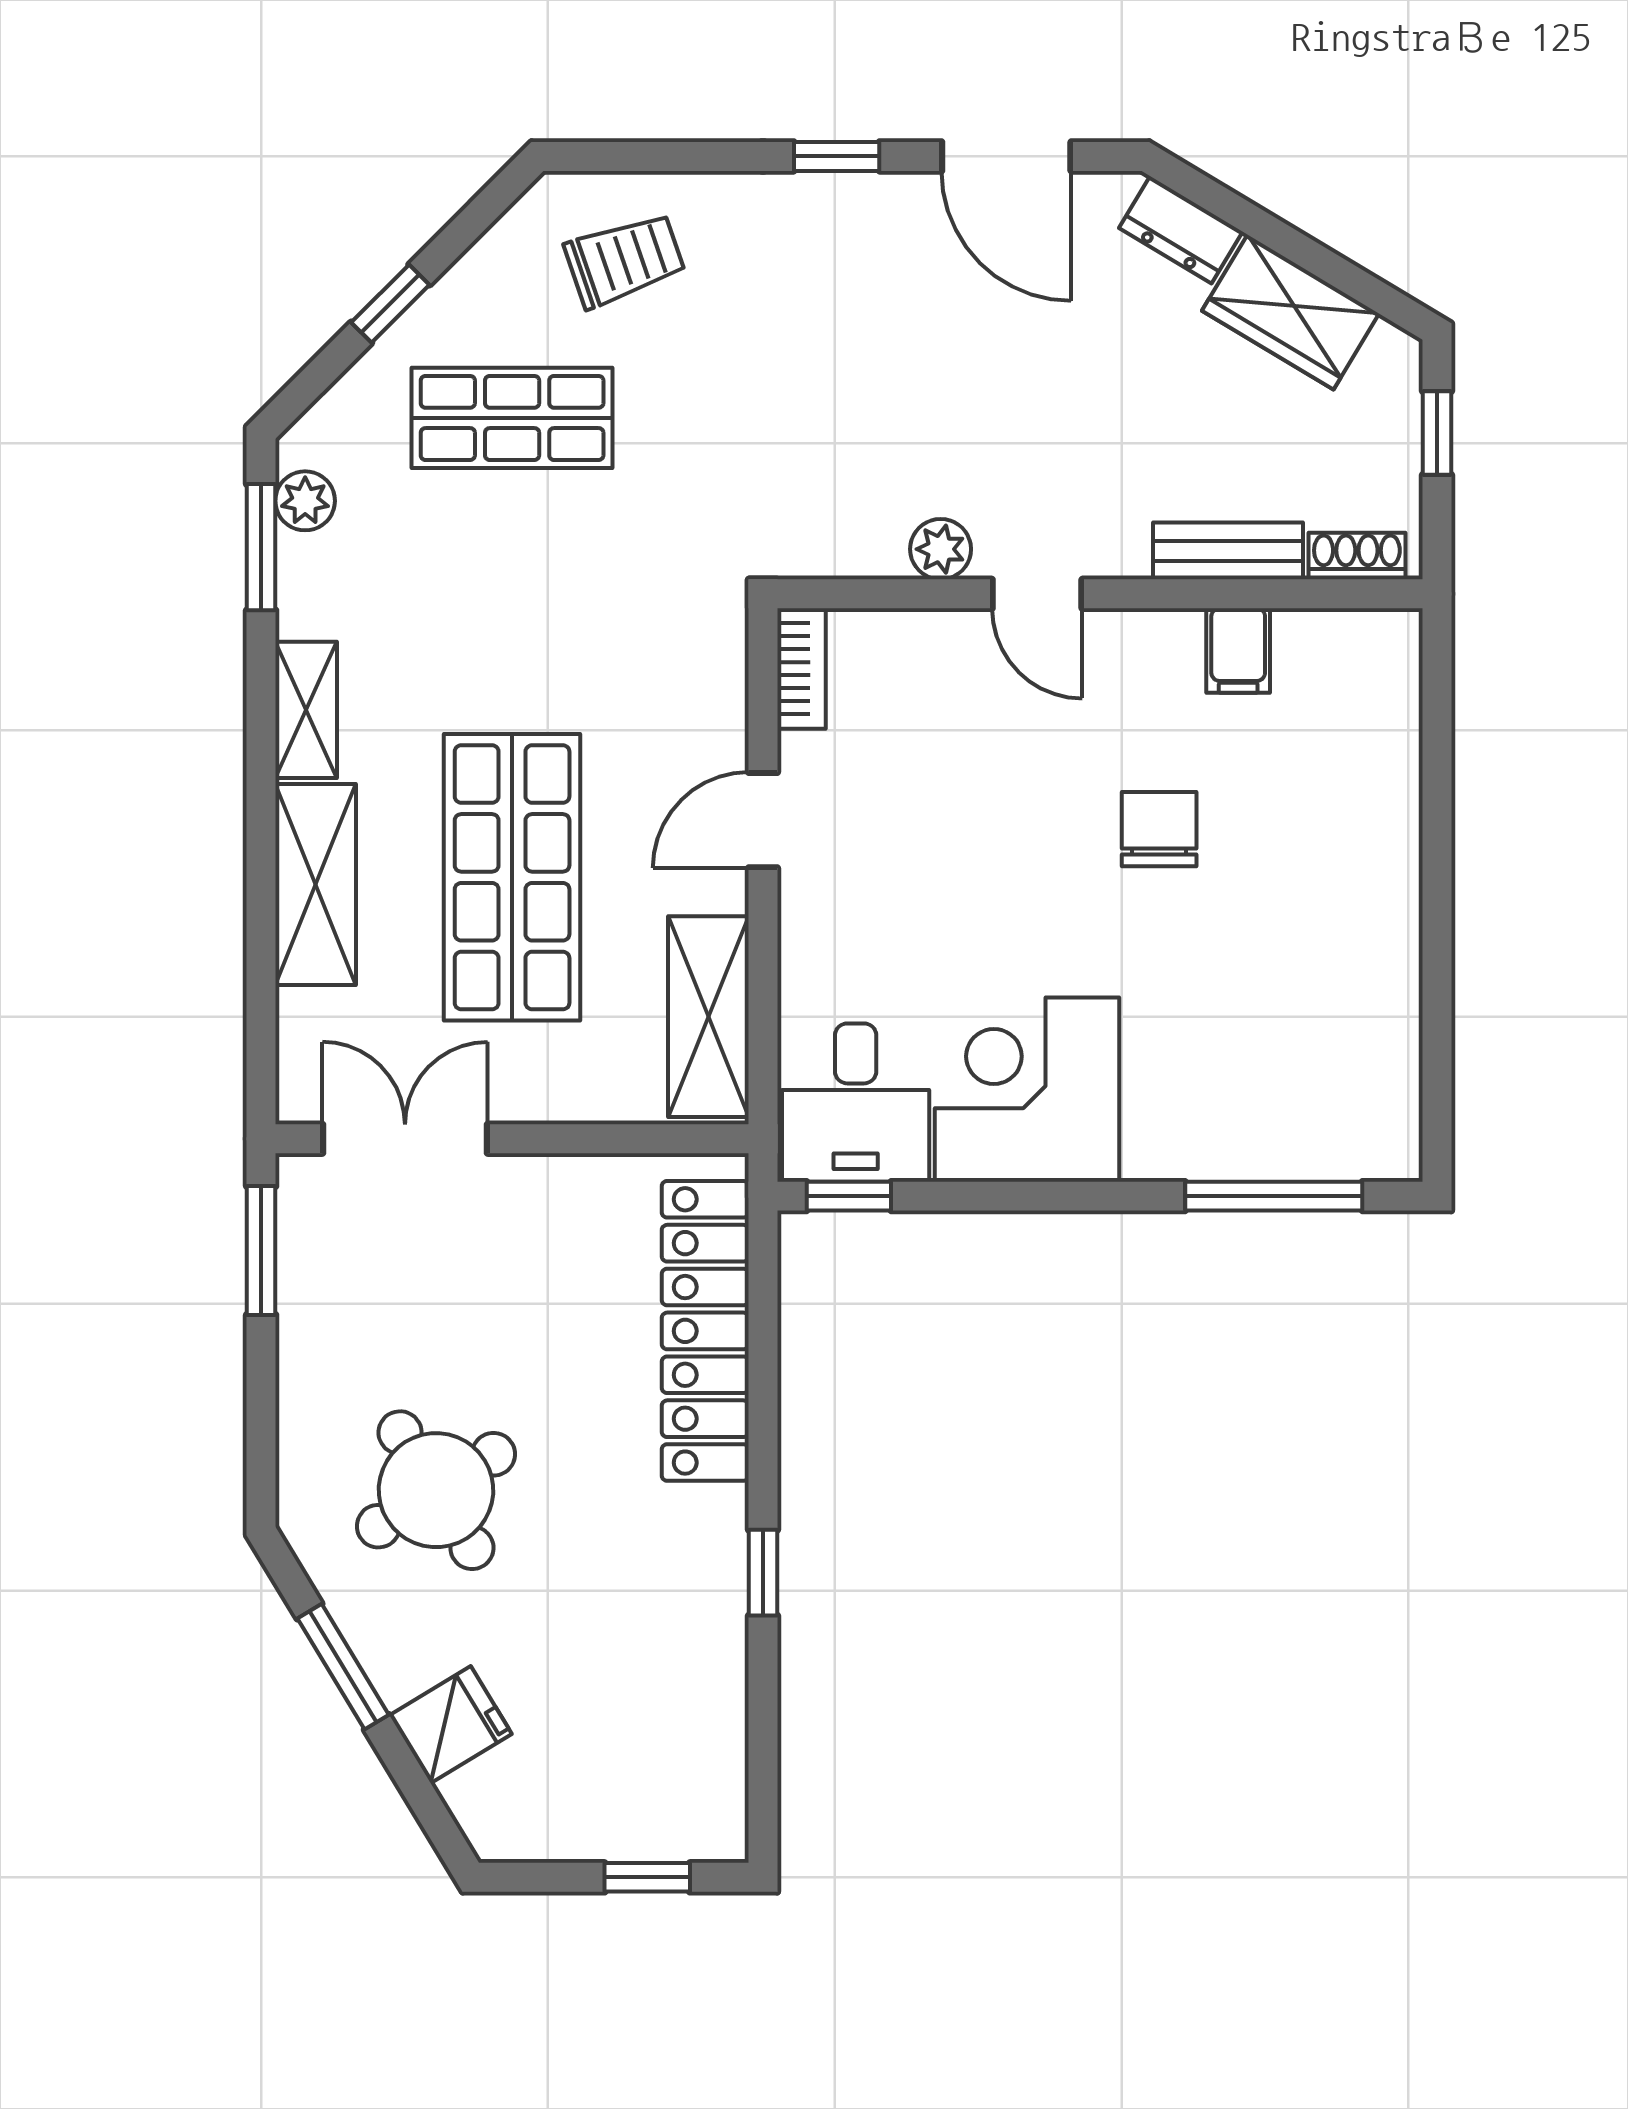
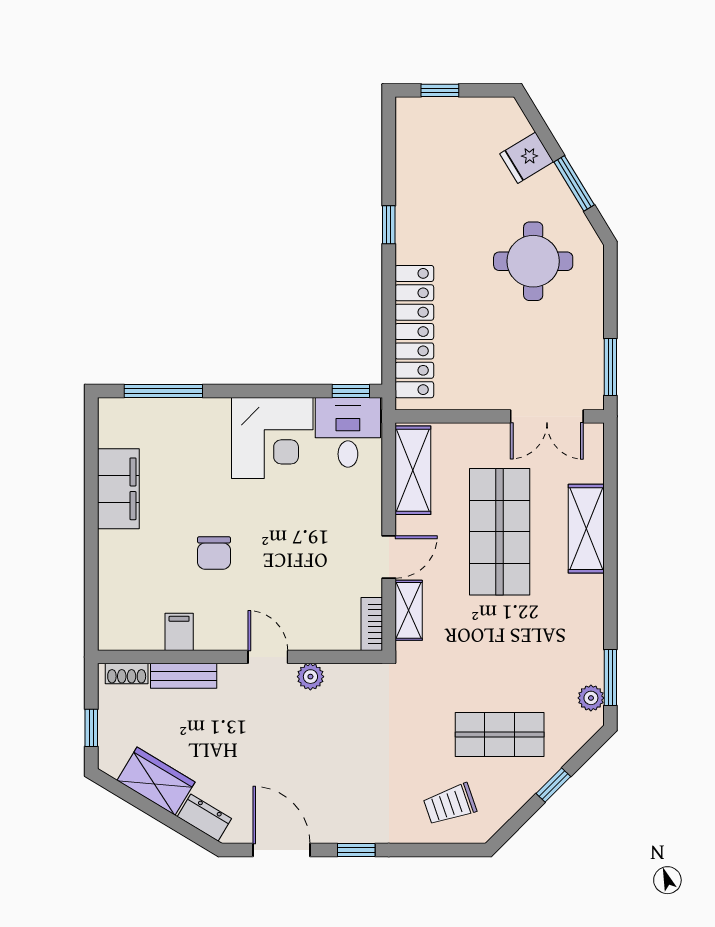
shelving: (306, 710) -> (409, 610), moved
filing cabinet: (1376, 975) -> (118, 489), added
round table: (436, 1490) -> (533, 261), turned 32

